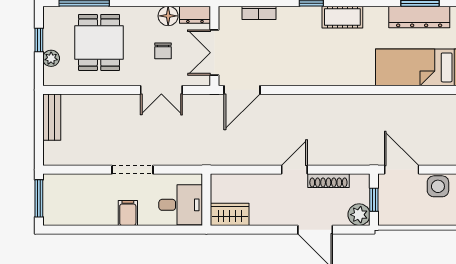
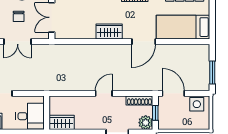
wardrobe: (303, 74) -> (109, 31), added
door: (242, 90) -> (144, 42), moved
shoe rack: (328, 181) -> (139, 101), moved

